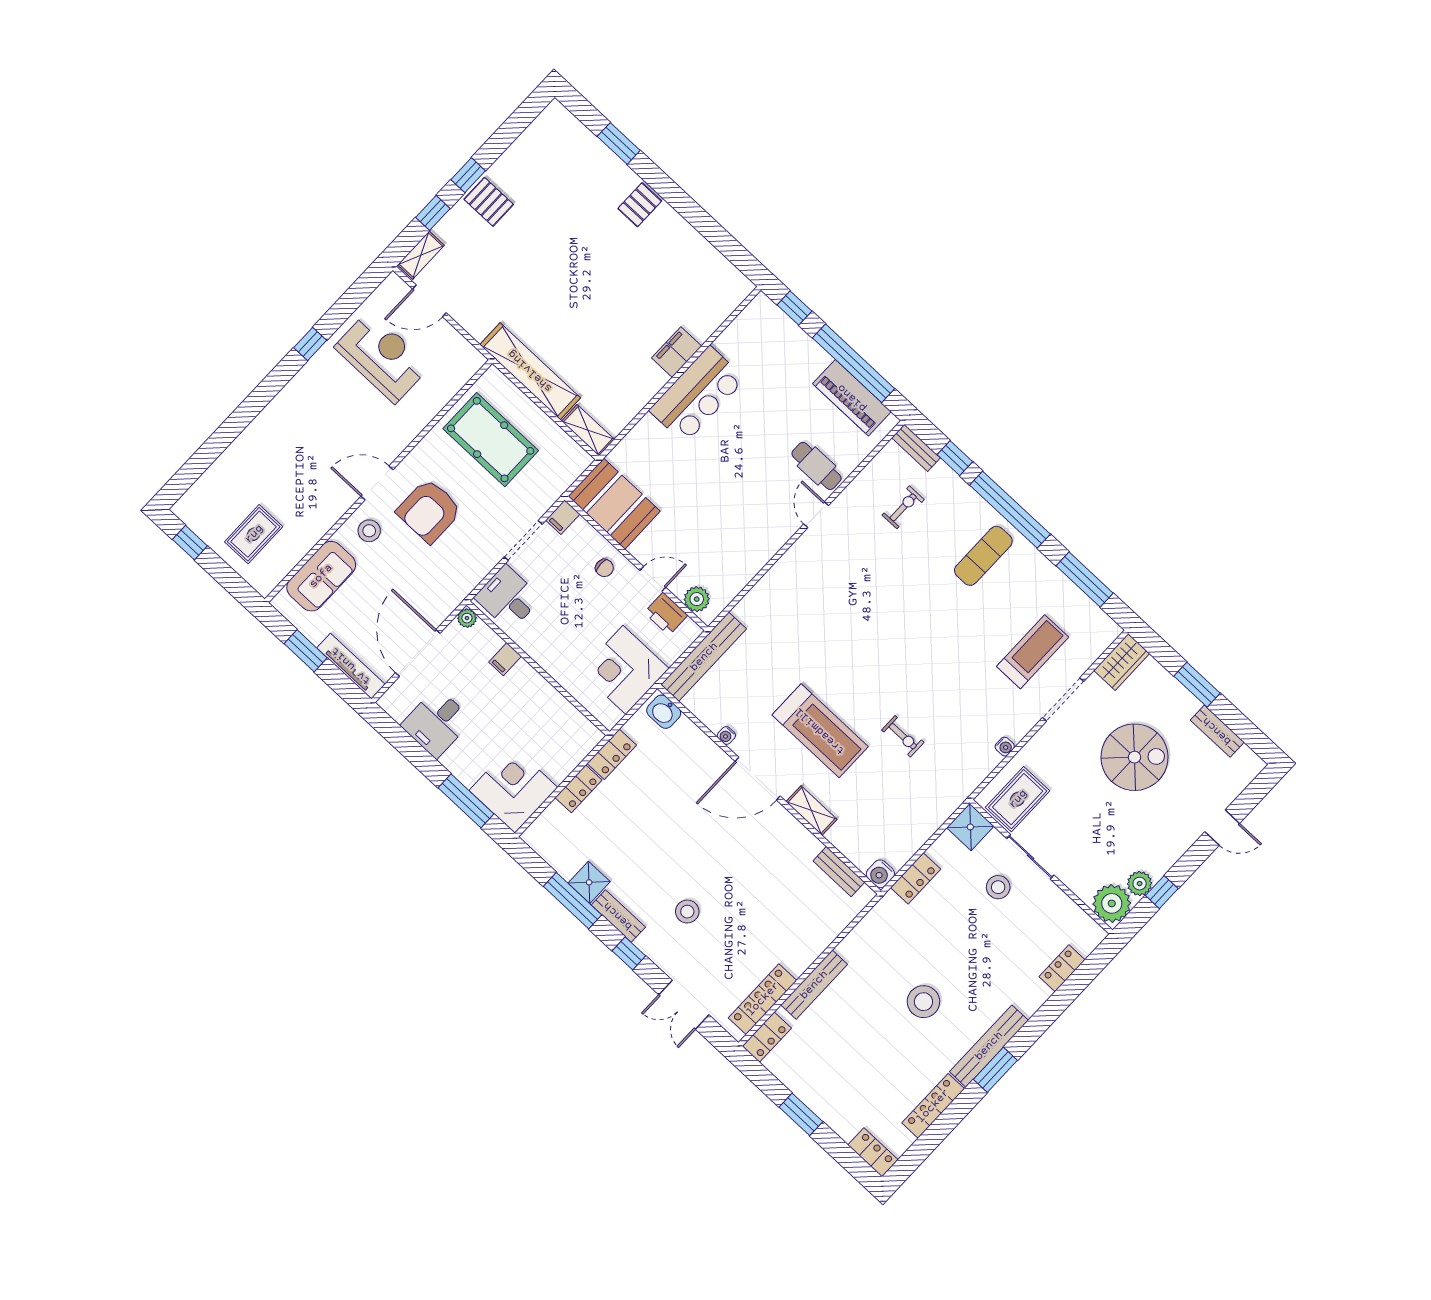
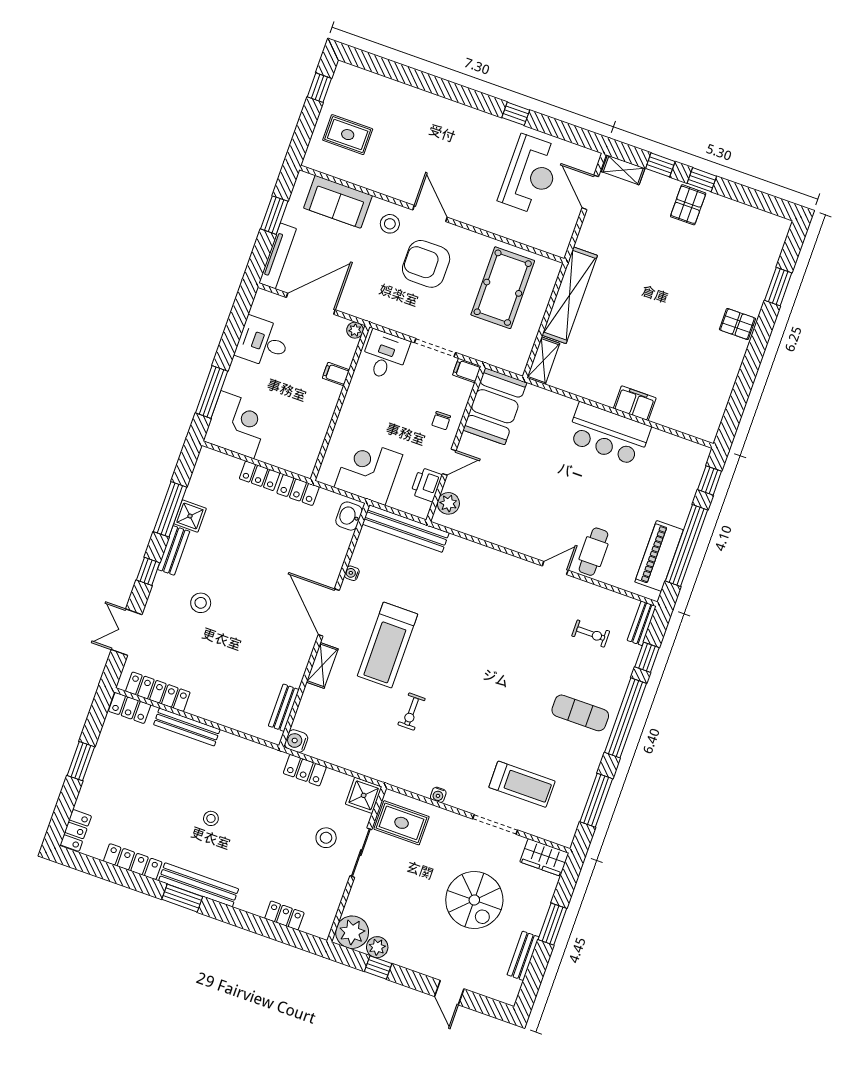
door: (653, 579) -> (449, 462), hinge flipped
stool: (923, 1002) -> (211, 818), width x0.53, depth x0.53

